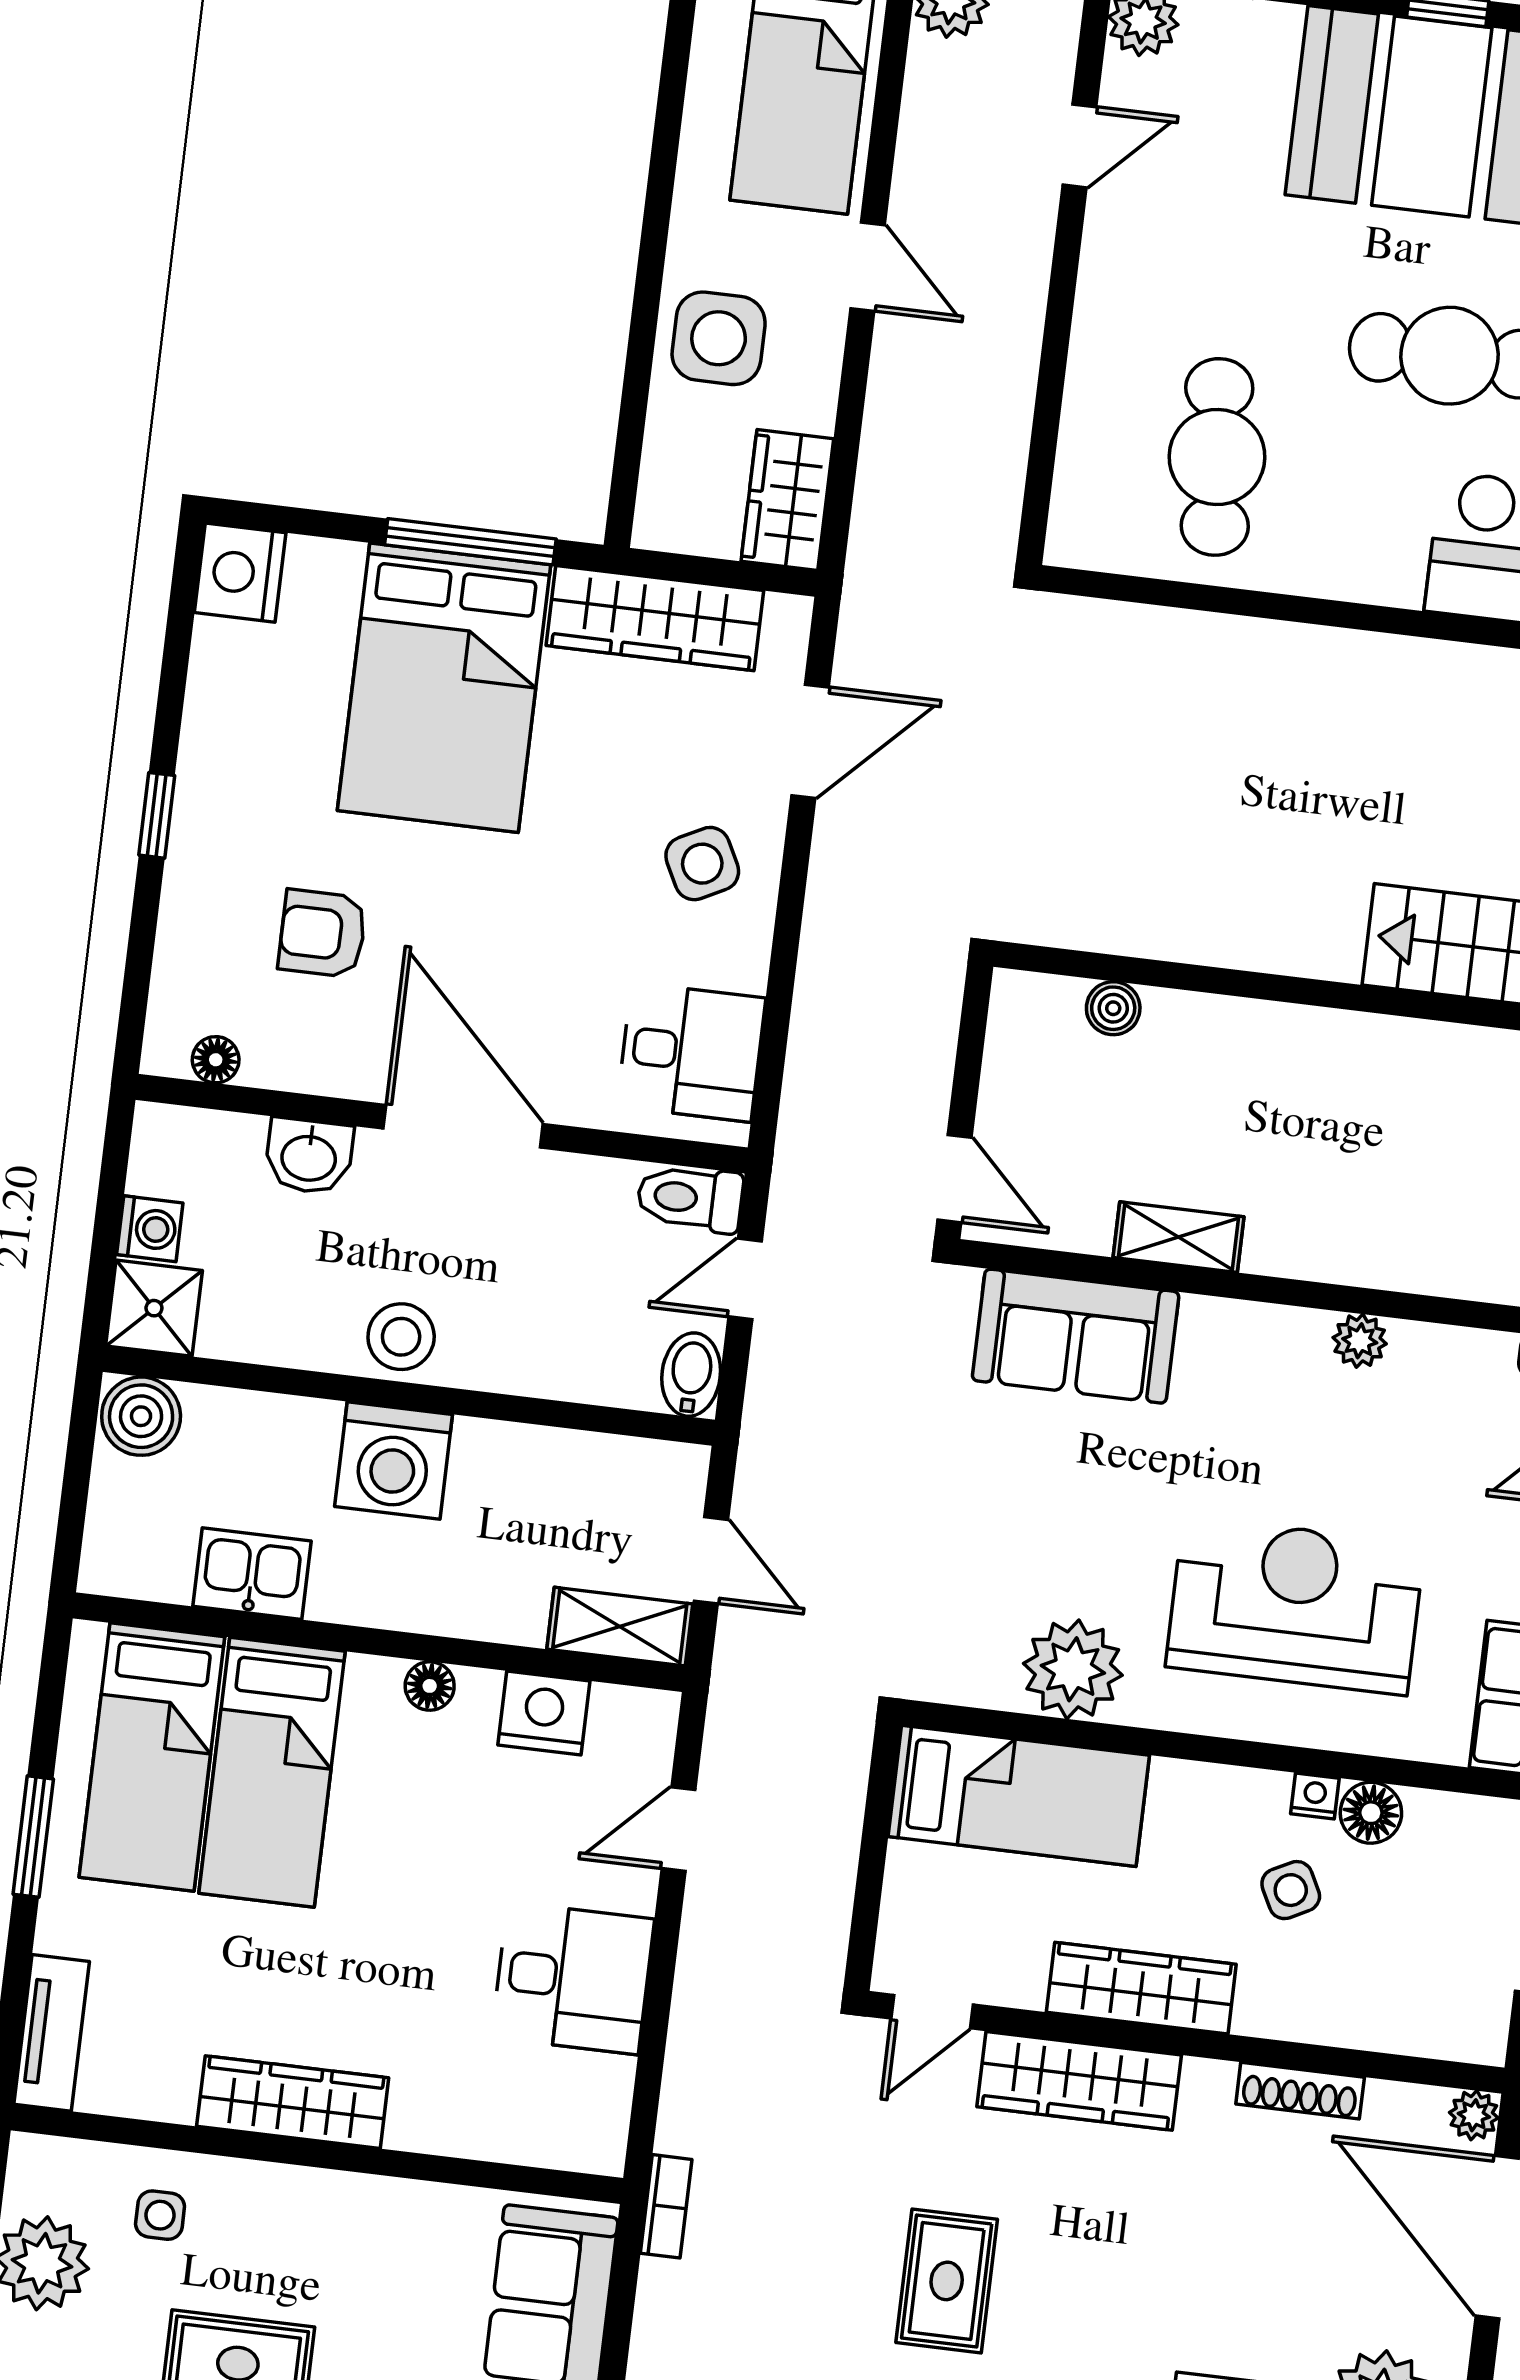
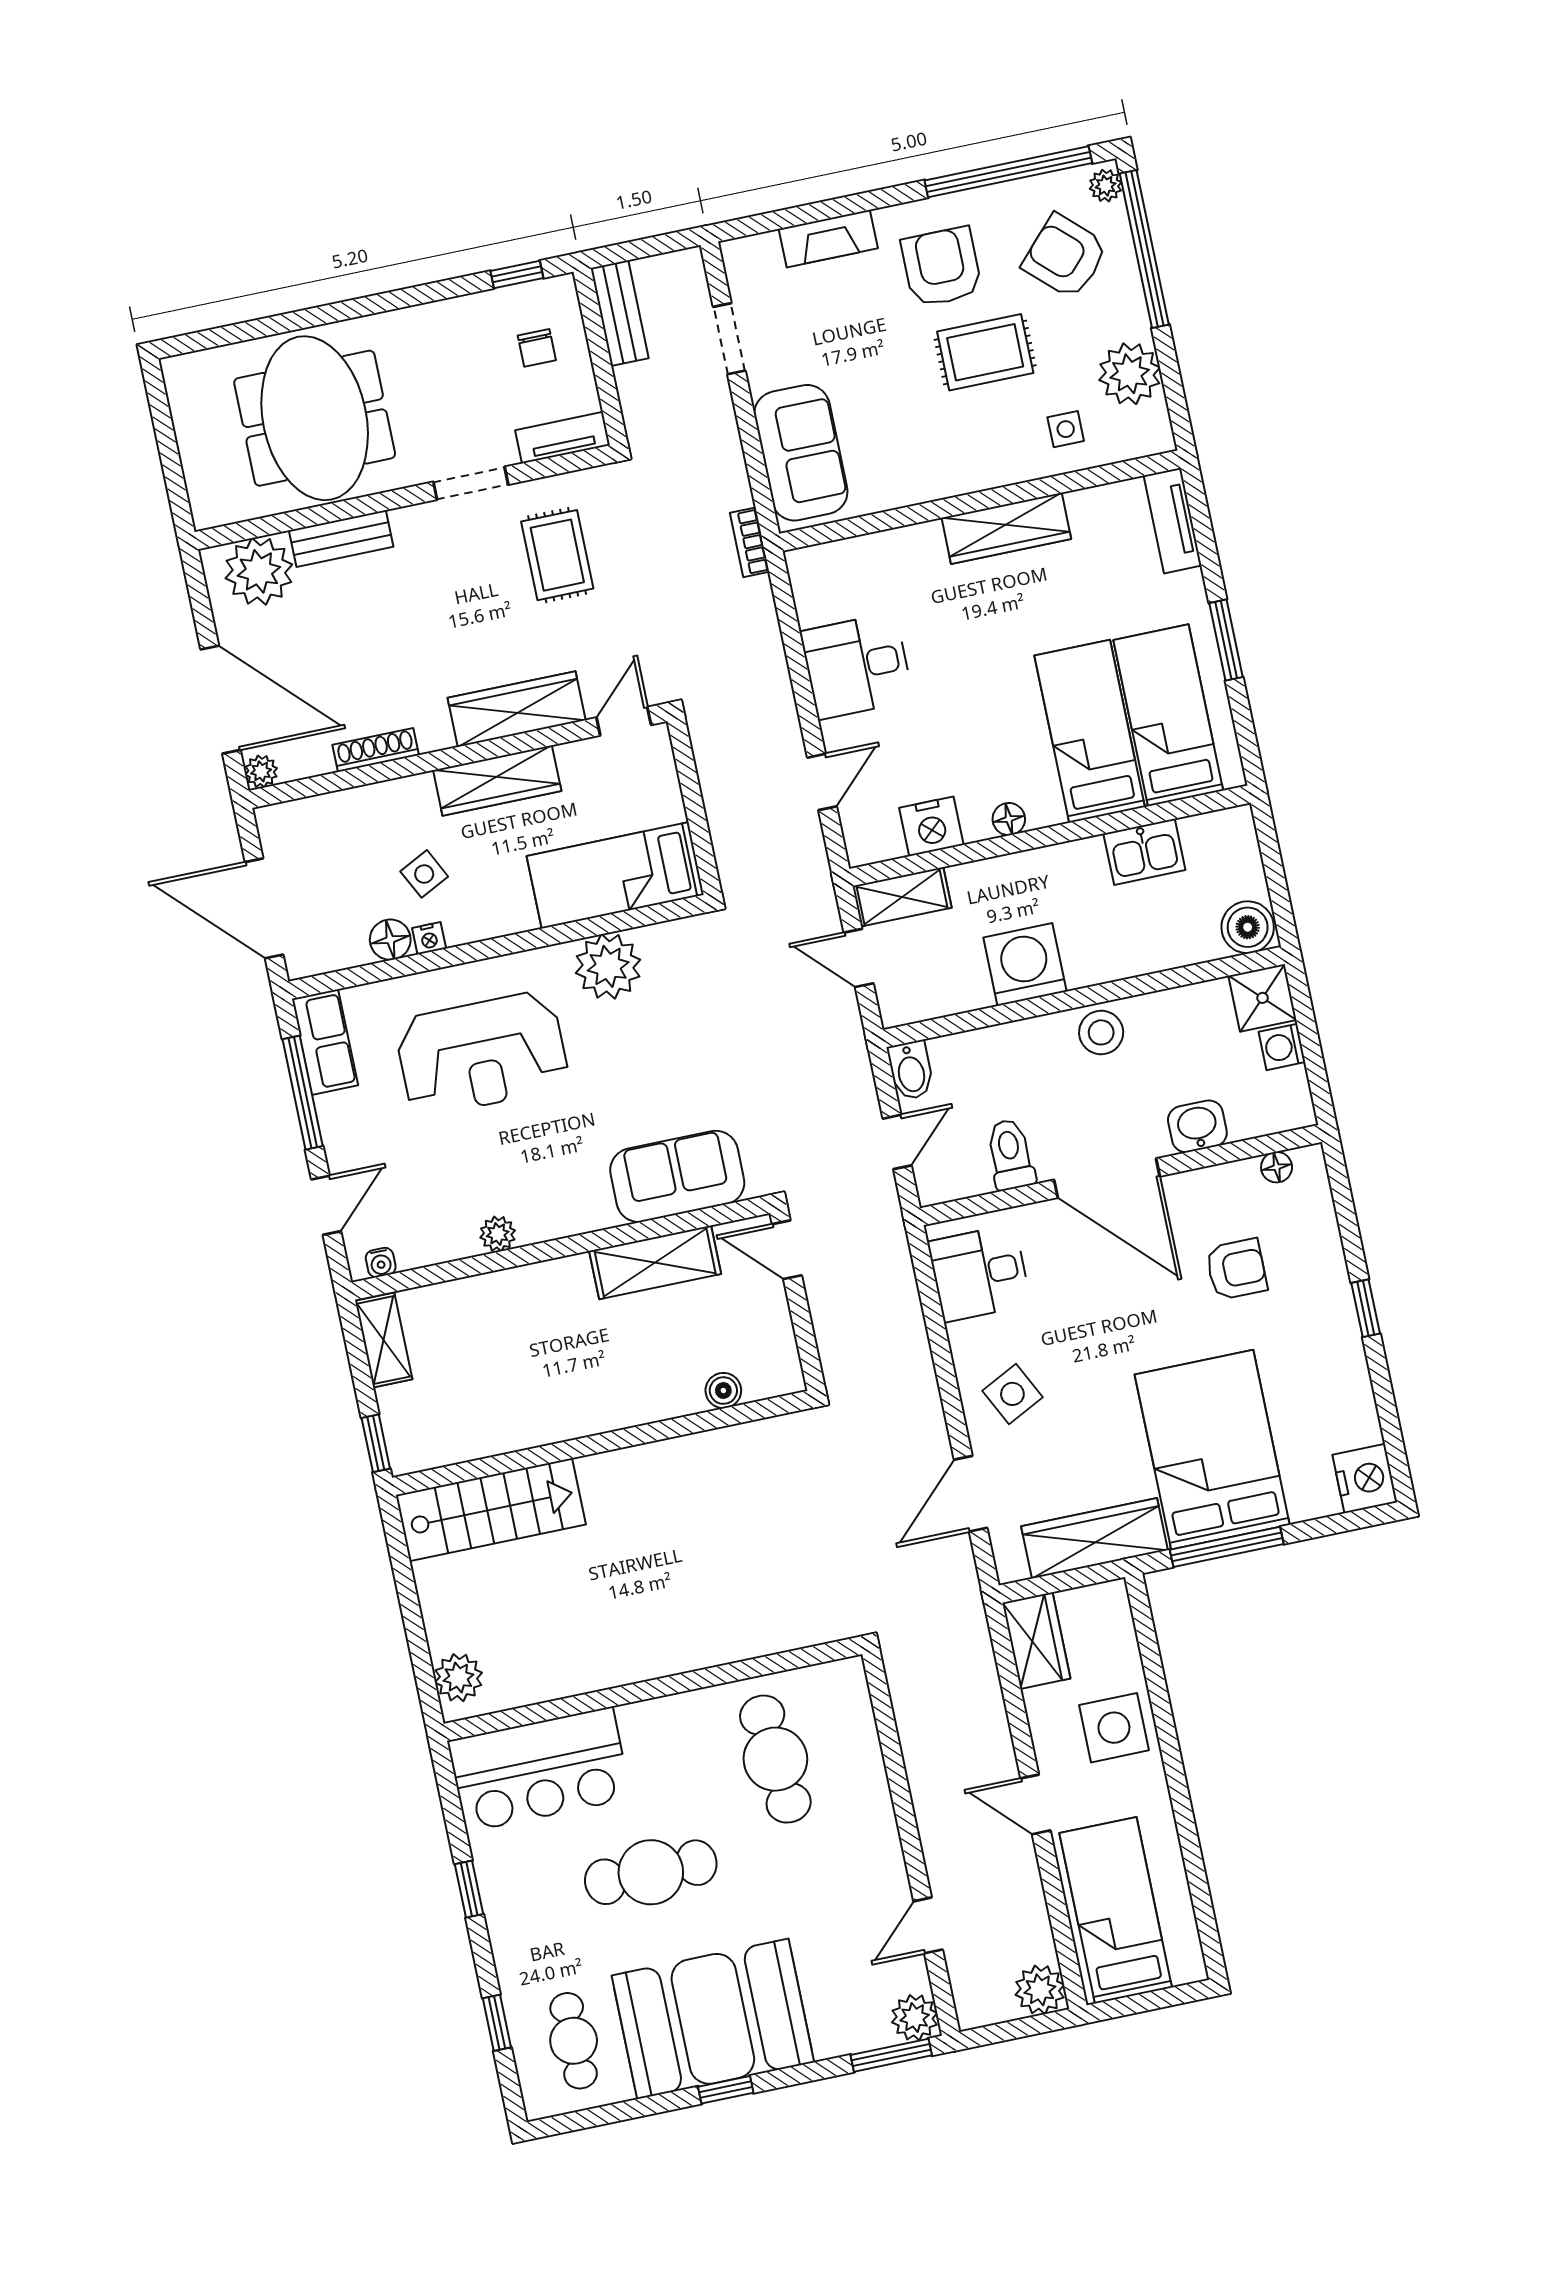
toilet: (690, 1198) -> (1010, 1155), moved, turned -90
shelving: (1179, 1237) -> (655, 1262), width x1.50, depth x1.33
washing machine: (394, 1460) -> (1025, 964), moved

